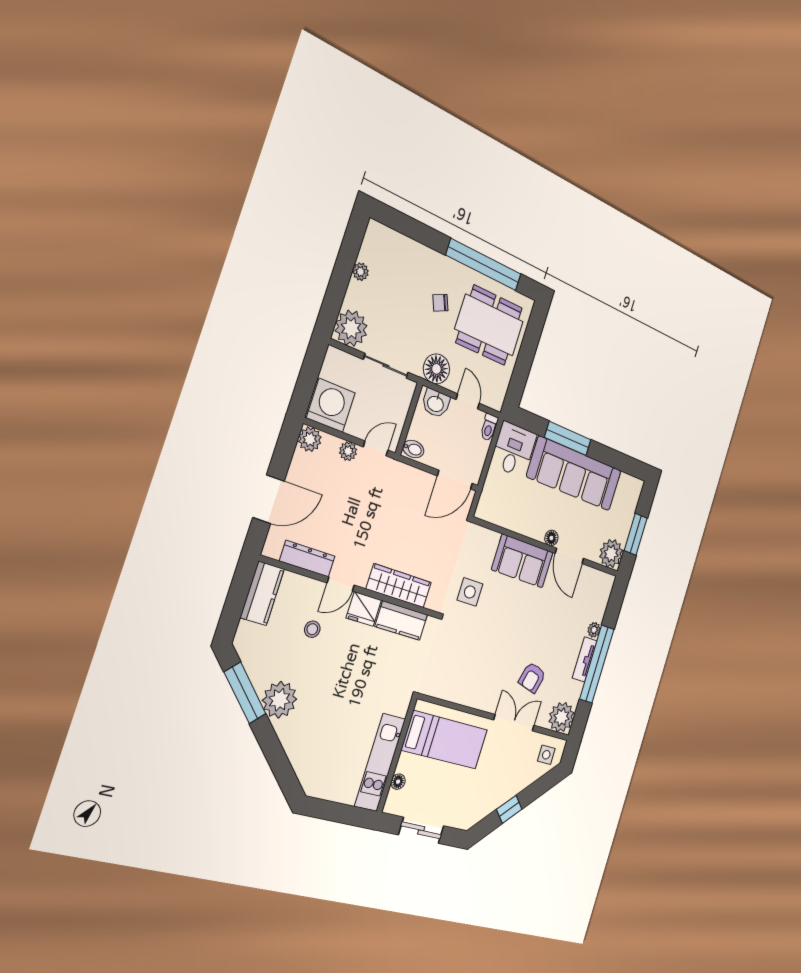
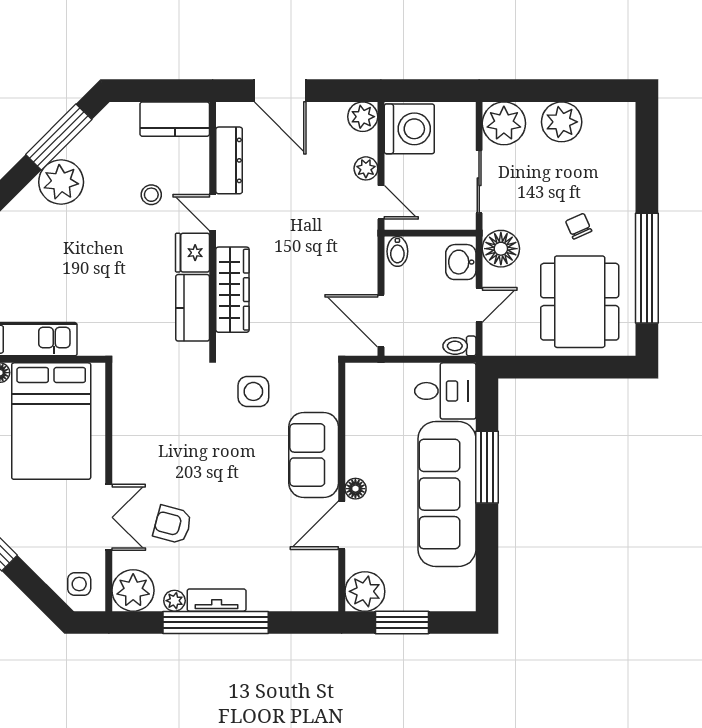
plant: (361, 272) -> (562, 122), width x1.87, depth x1.87
plant: (594, 630) -> (174, 601), moved
bed: (445, 740) -> (51, 421), width x1.50

